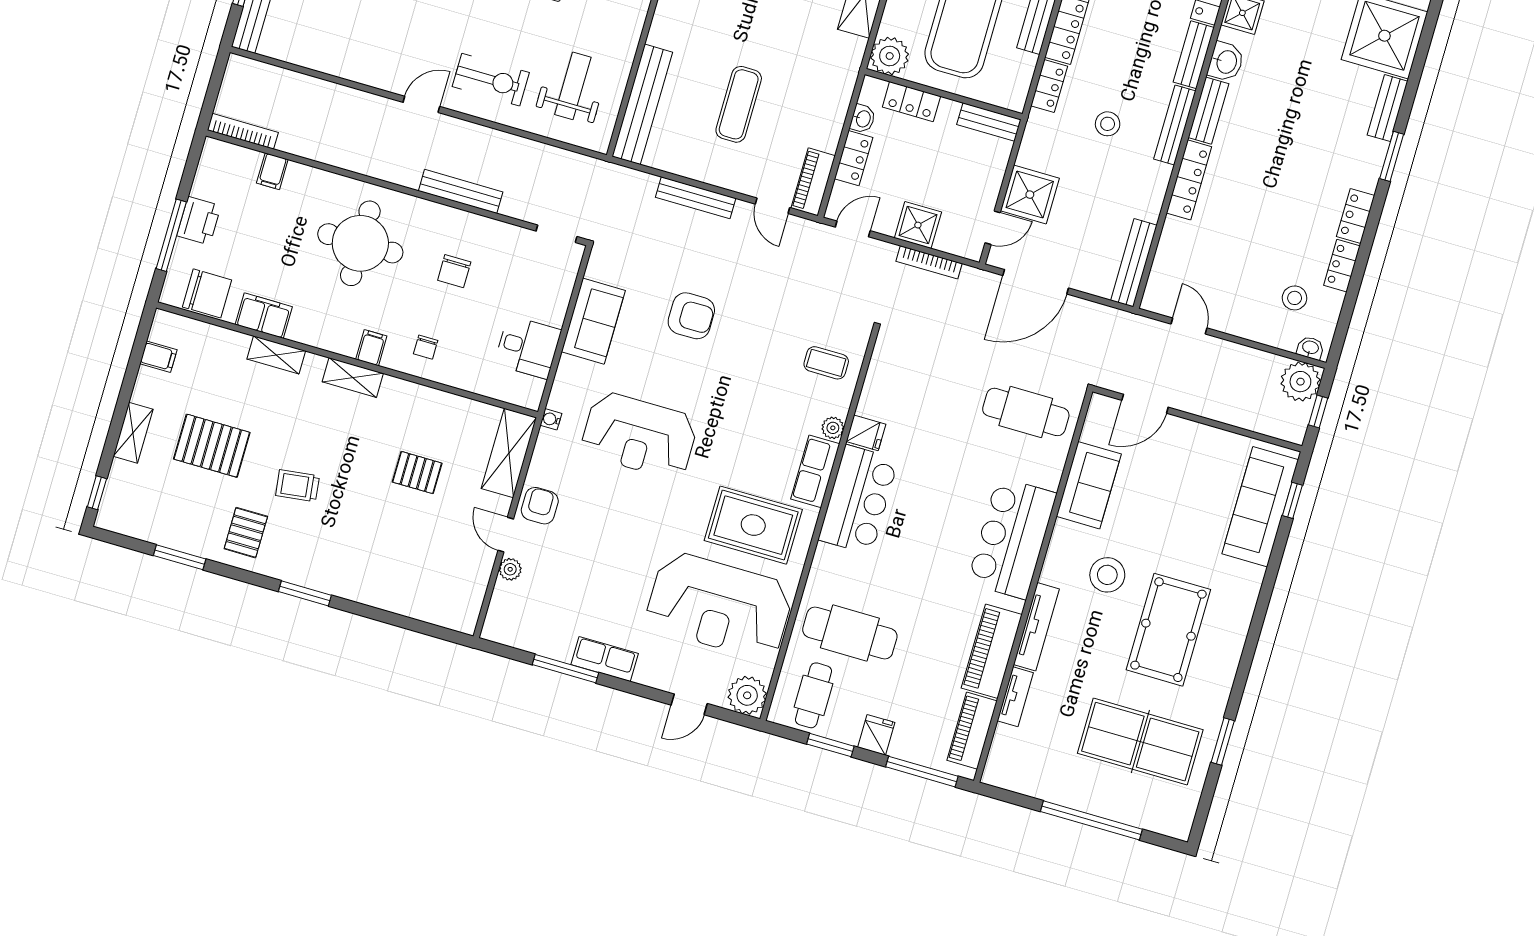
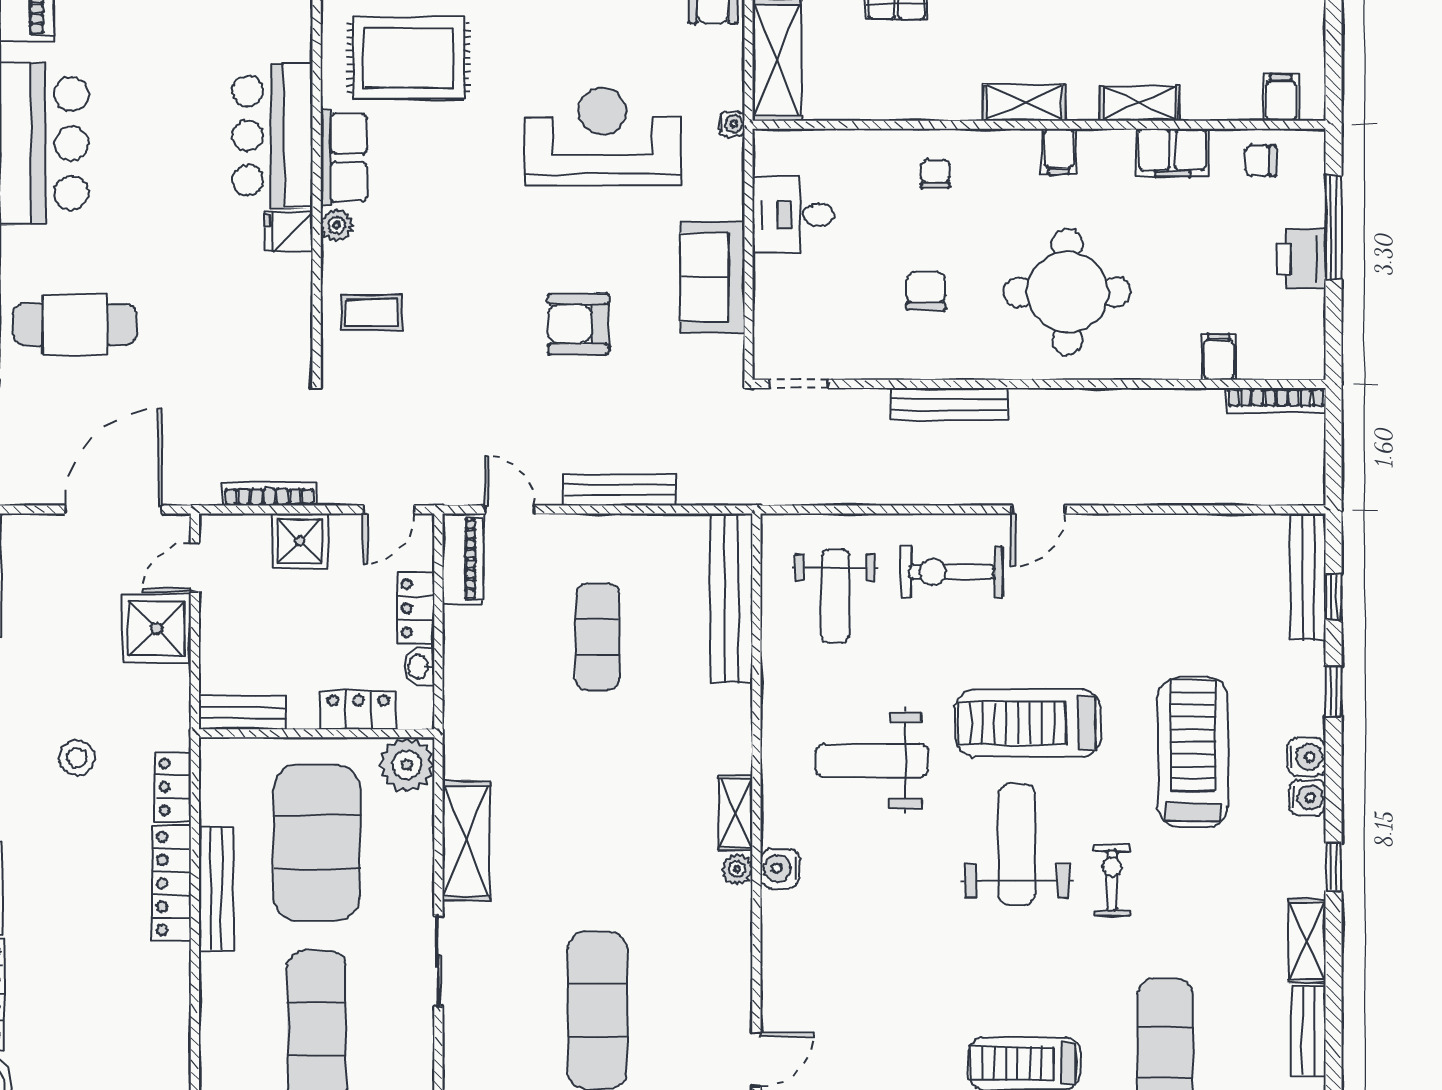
chair: (207, 293) -> (1260, 161), width x0.54, depth x0.54
filing cabinet: (371, 348) -> (1059, 151), moved
filing cabinet: (158, 357) -> (1281, 98), moved, turned 90

